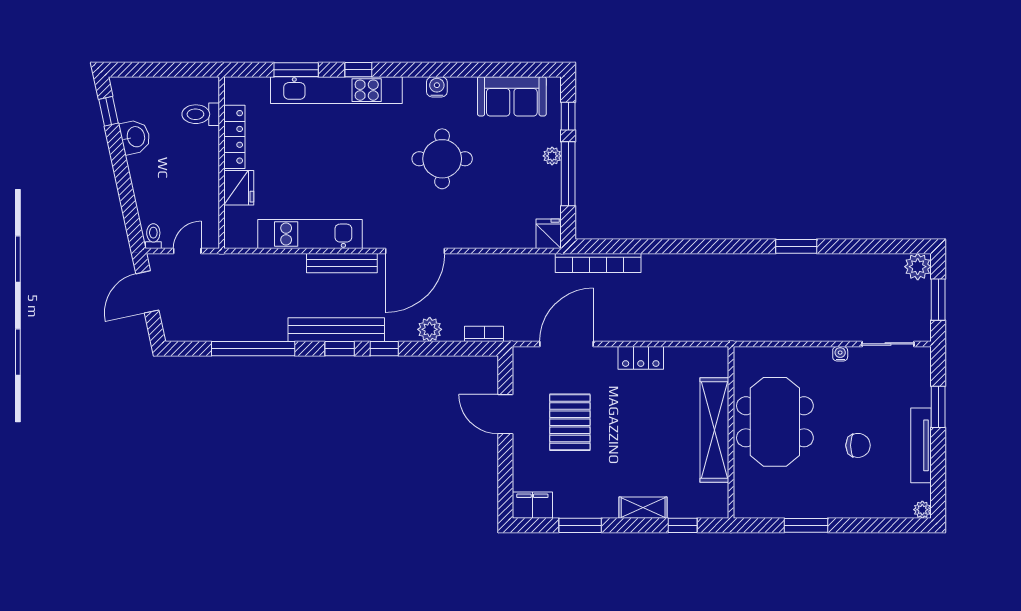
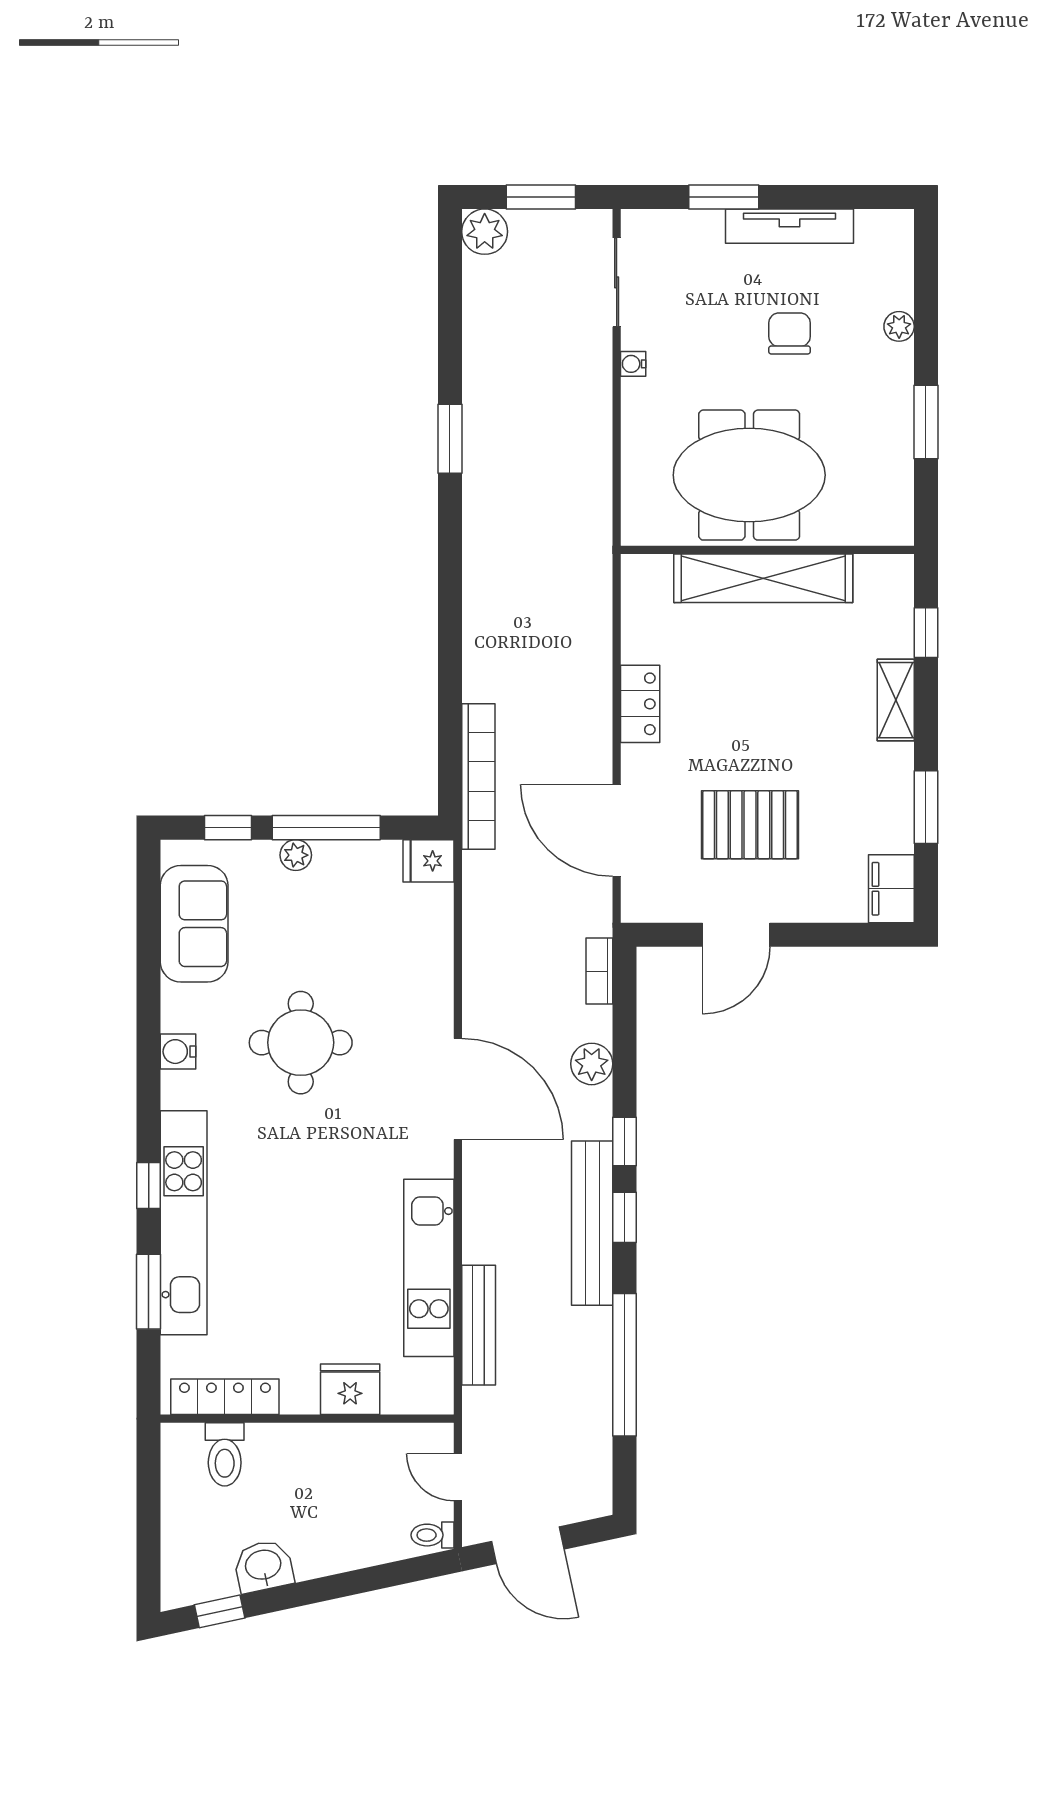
locker: (234, 137) -> (225, 1397), moved
bench: (342, 263) -> (479, 1325), moved
plant: (922, 510) -> (899, 326), moved

